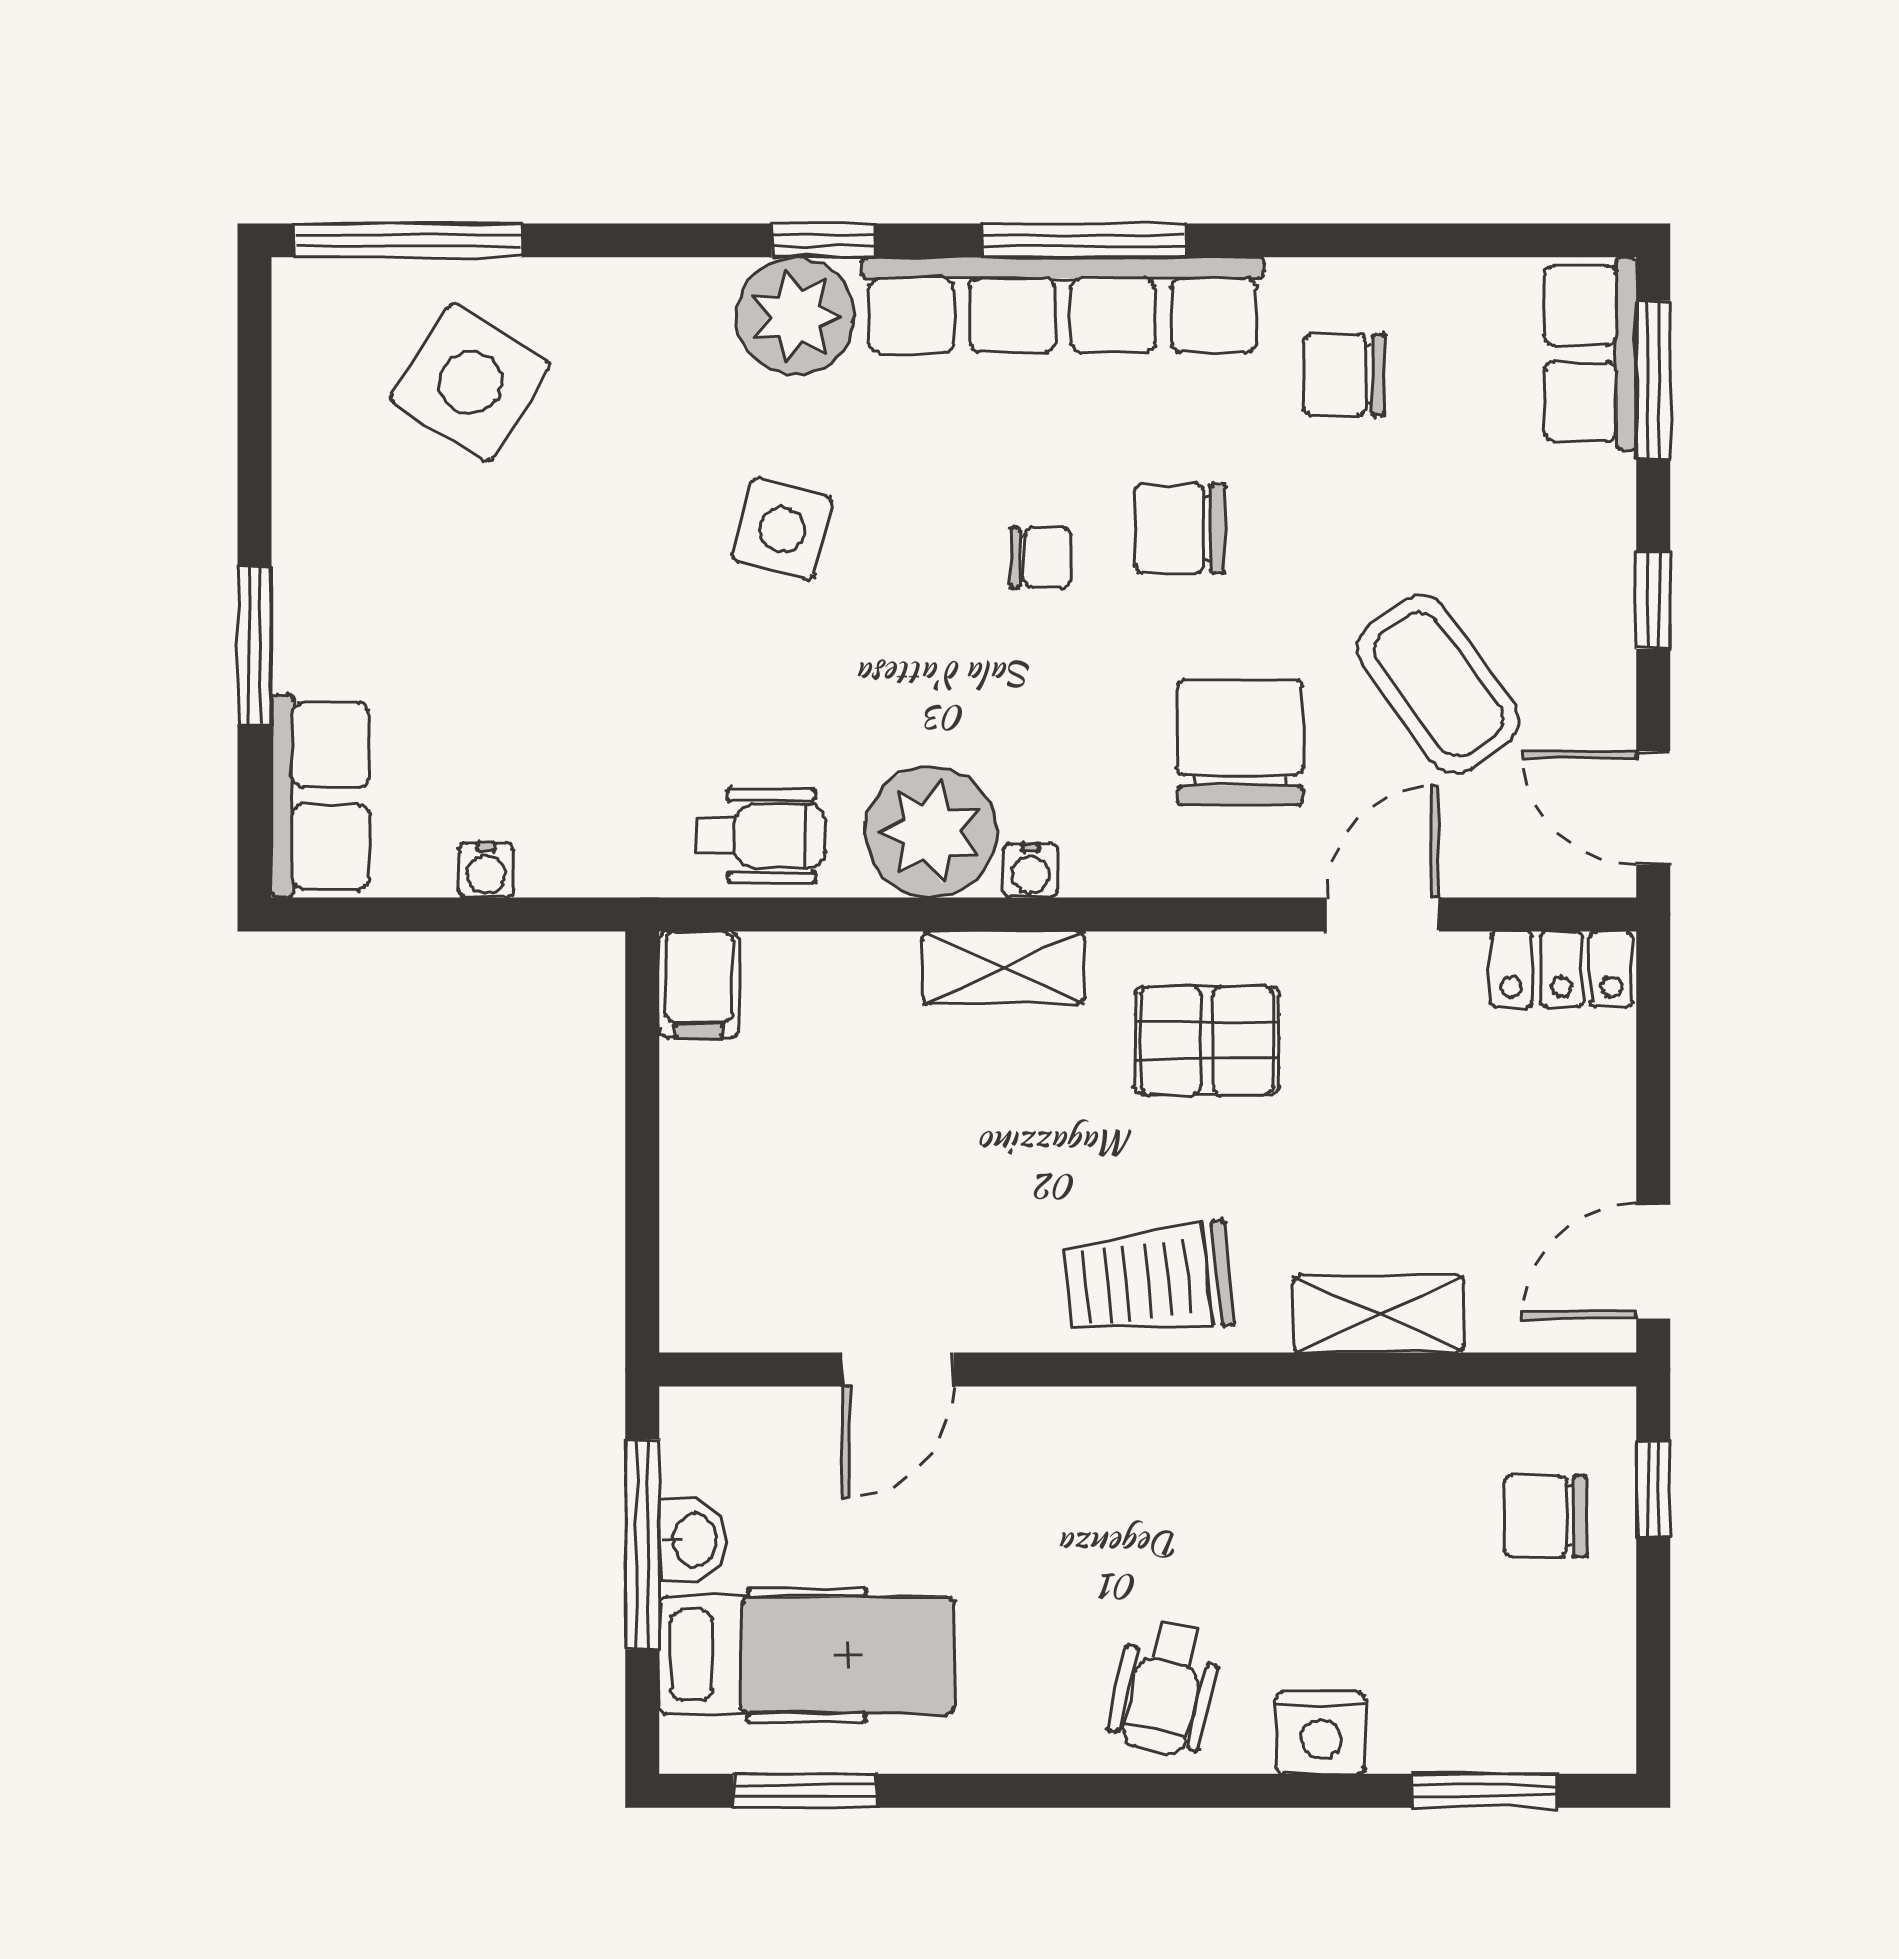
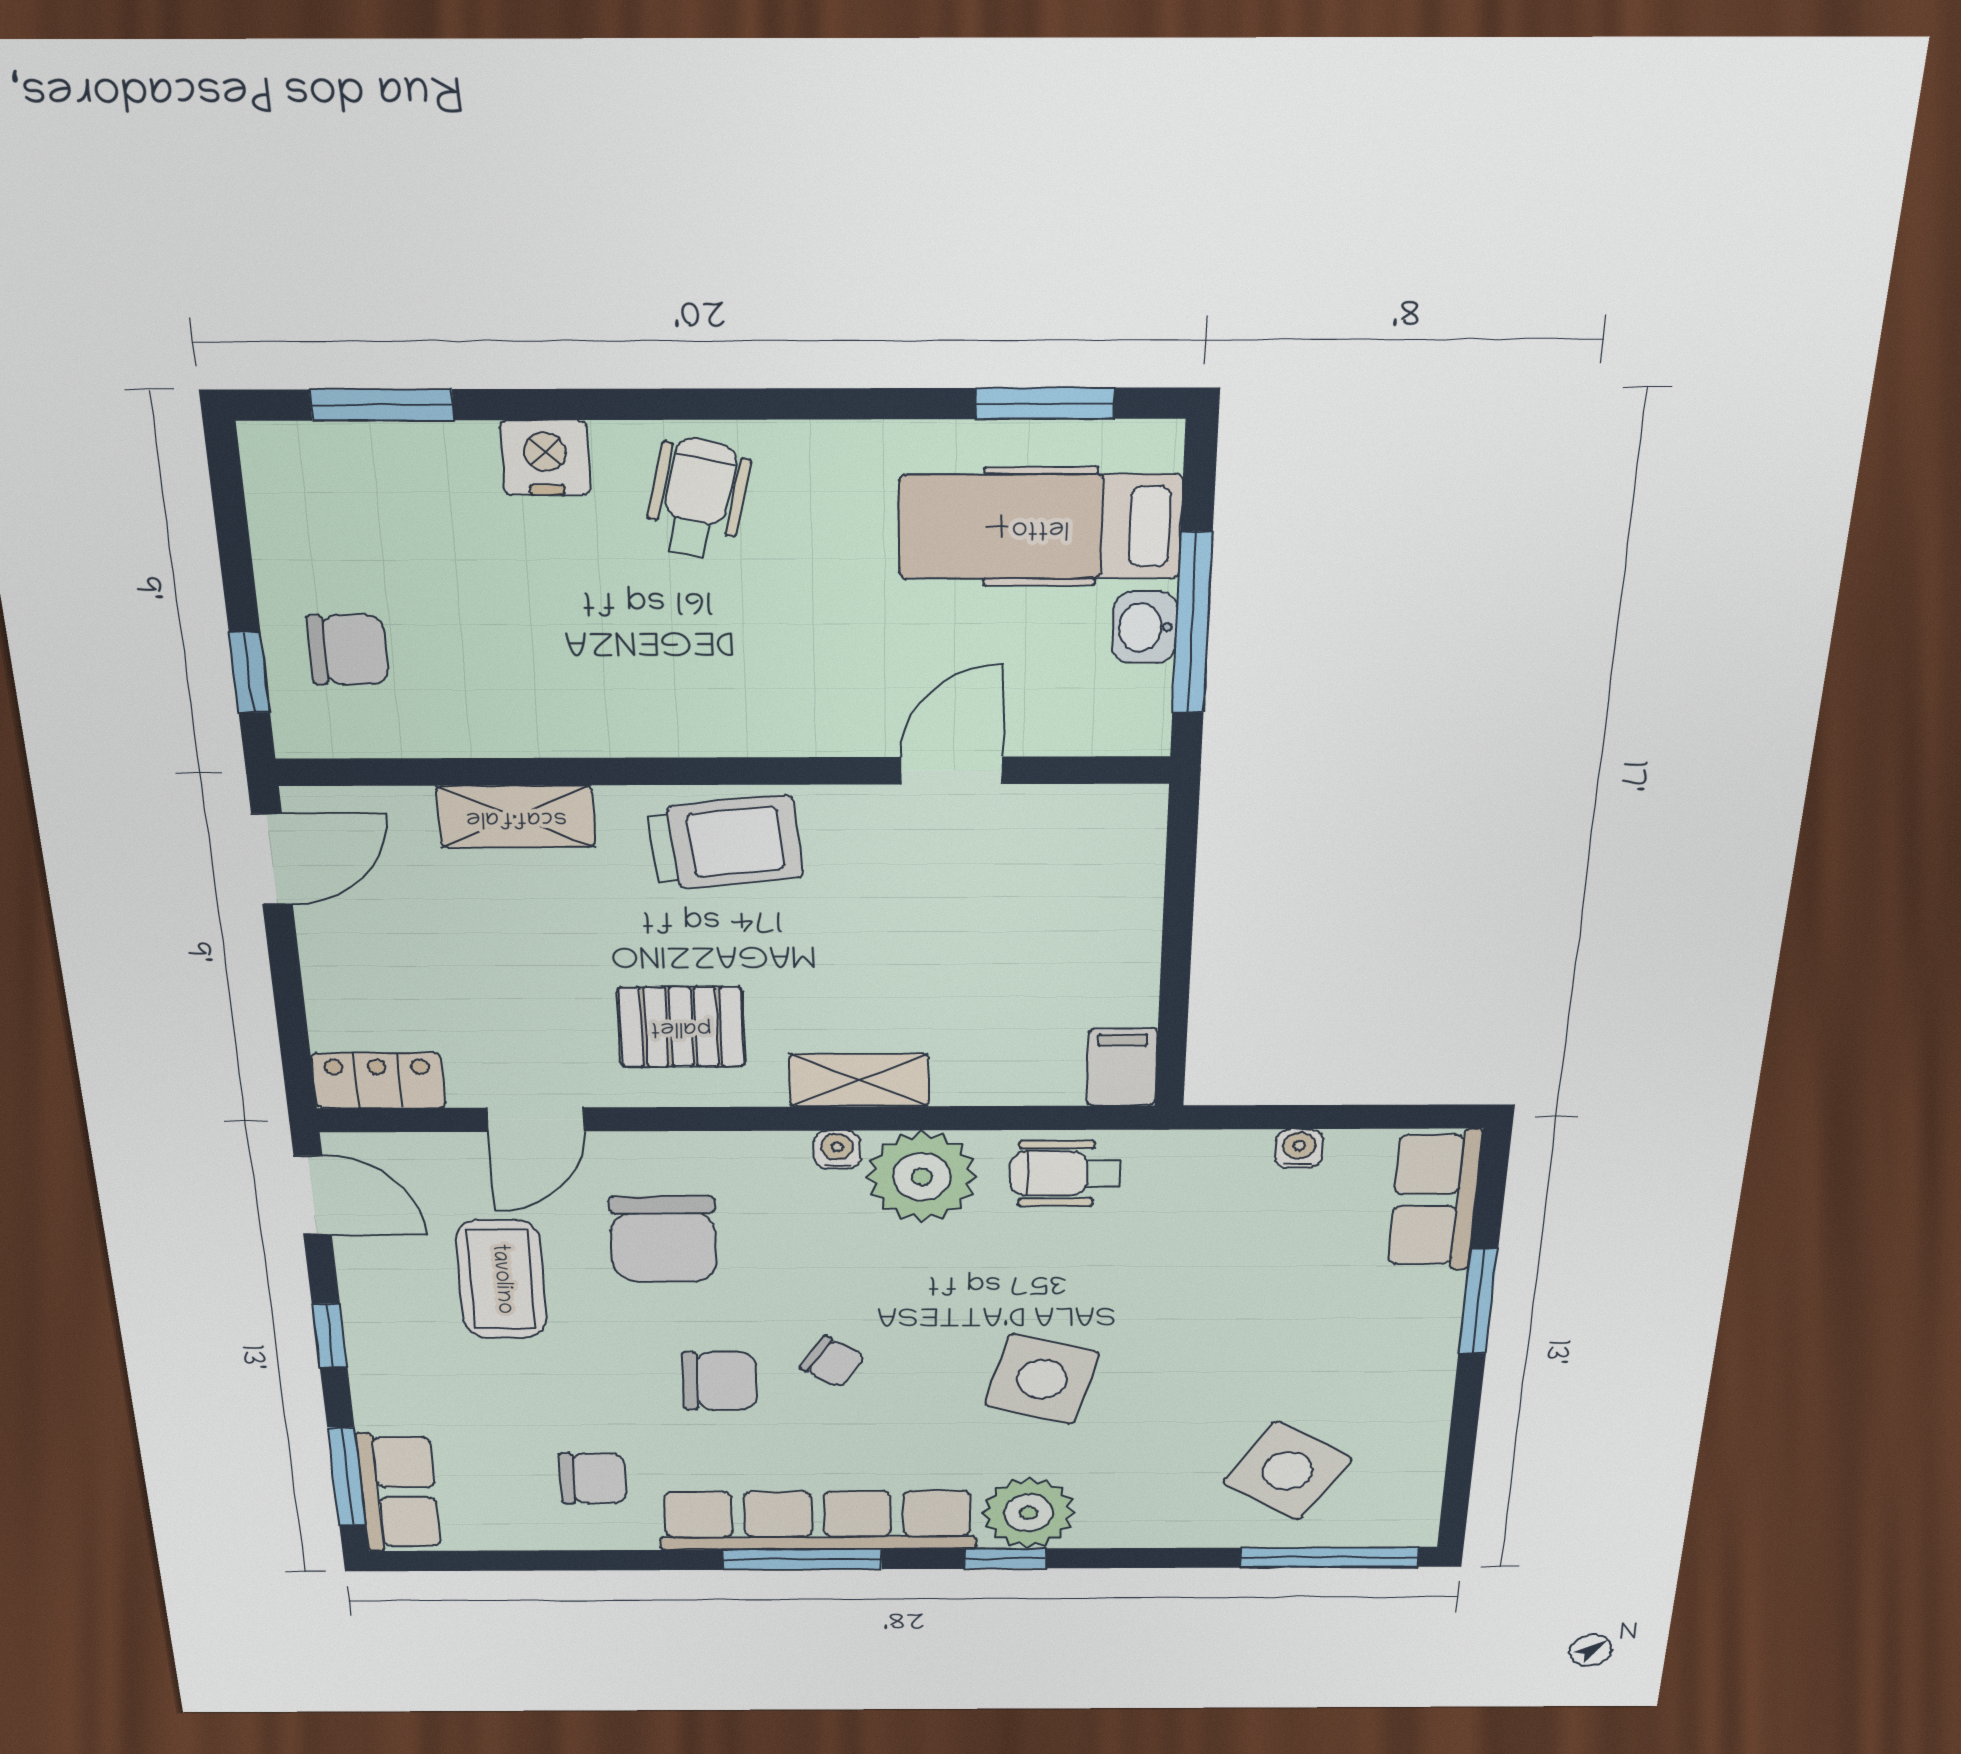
side table: (782, 529) -> (1042, 1379), width x1.37, depth x1.37
chair: (1040, 557) -> (832, 1362), turned -147
coffee table: (1438, 684) -> (501, 1279), turned 36

